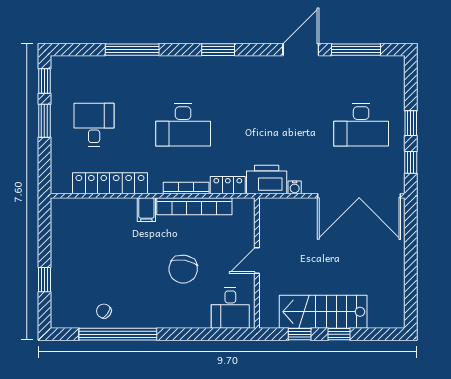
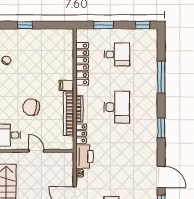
window: (44, 121) -> (104, 25), moved
desk: (183, 125) -> (117, 107), turned 180

